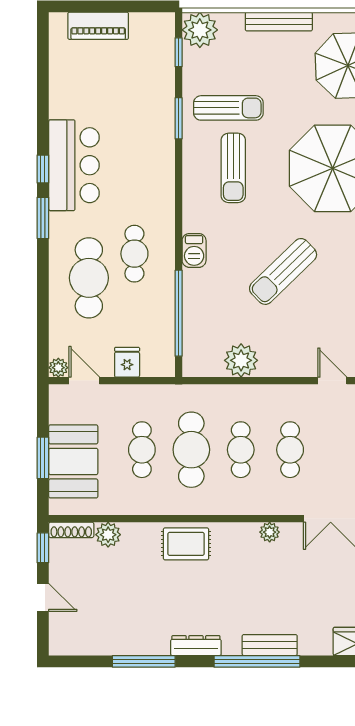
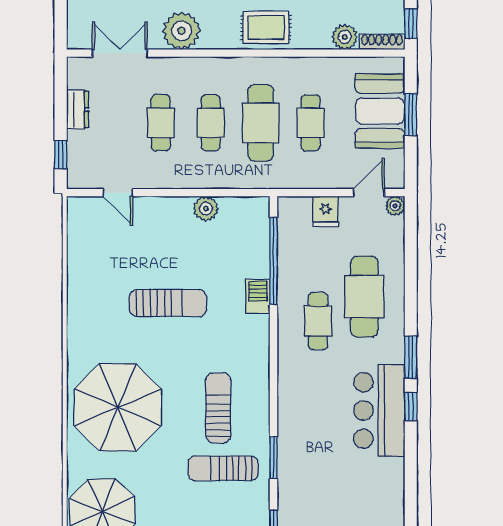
barbecue: (194, 250) -> (258, 296), moved
sun lounger: (283, 271) -> (168, 303), turned 44
plant: (241, 360) -> (206, 209), width x0.73, depth x0.73
door: (84, 381) -> (369, 193), swing flipped
plant: (270, 532) -> (182, 31), width x1.88, depth x1.88

